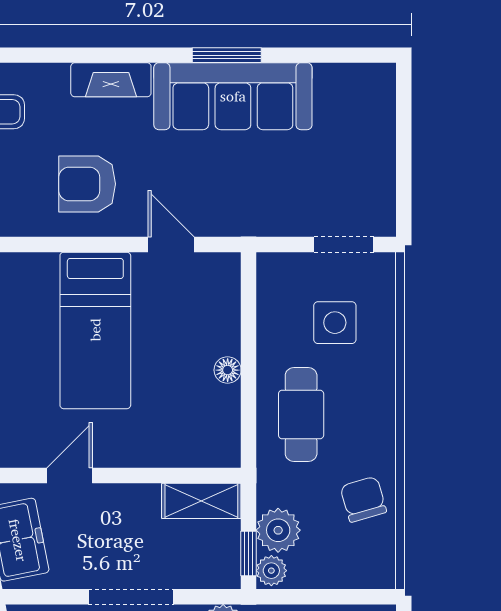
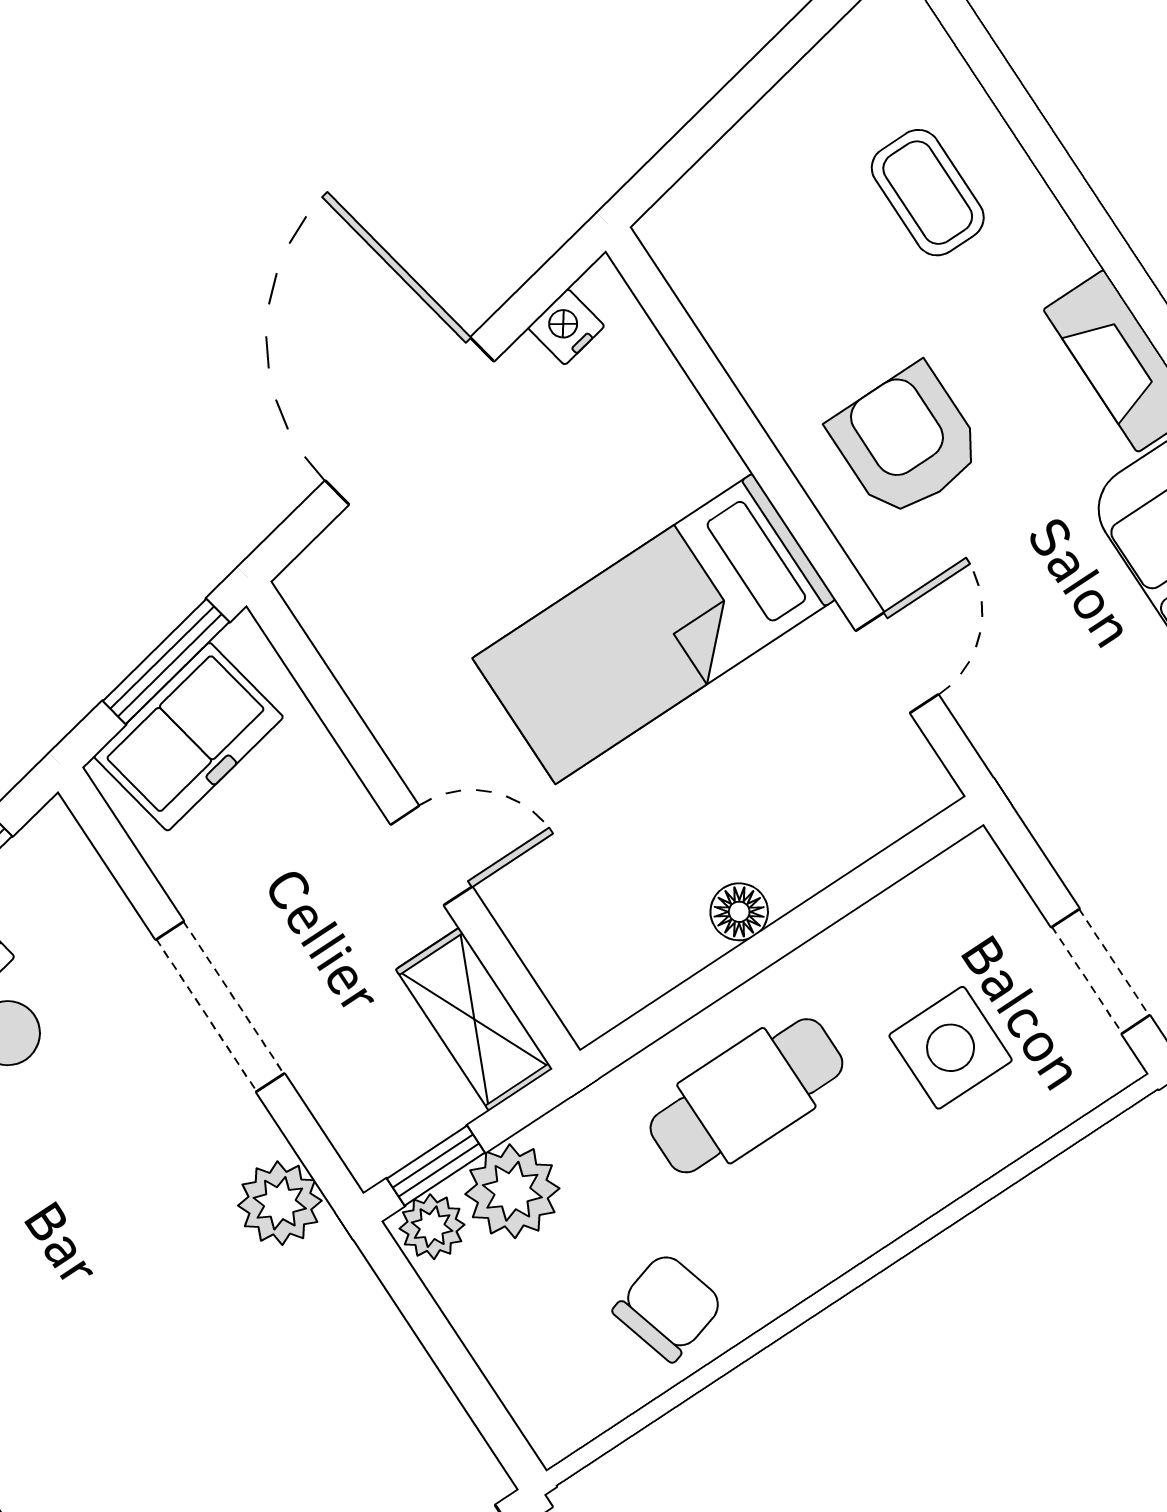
door: (70, 476) -> (431, 856), moved

